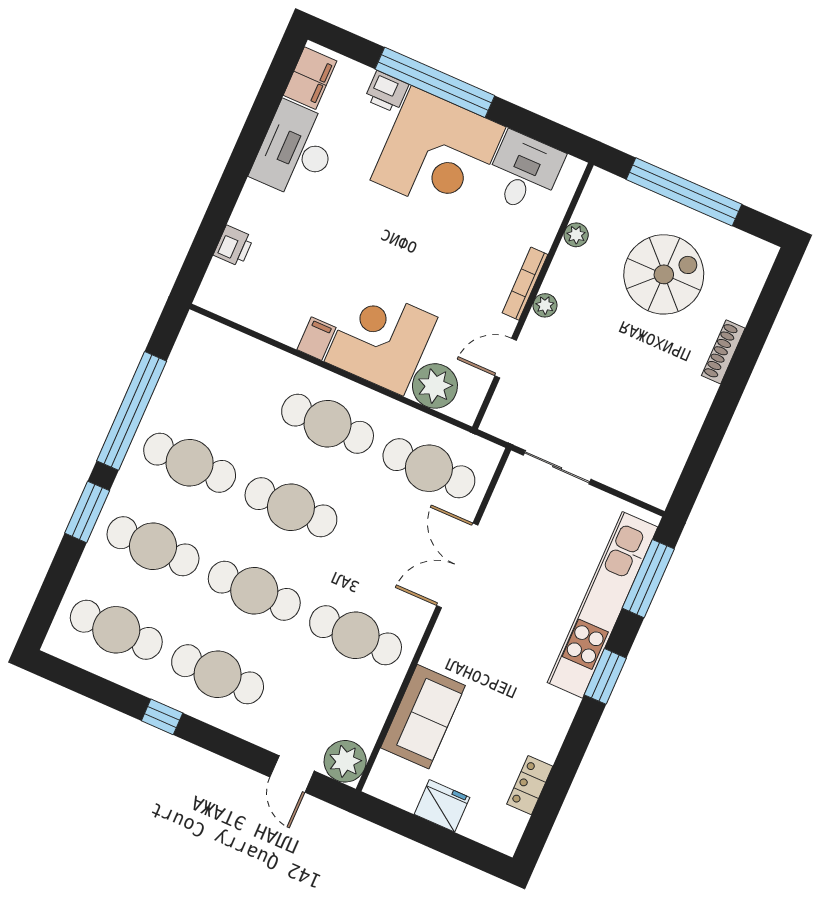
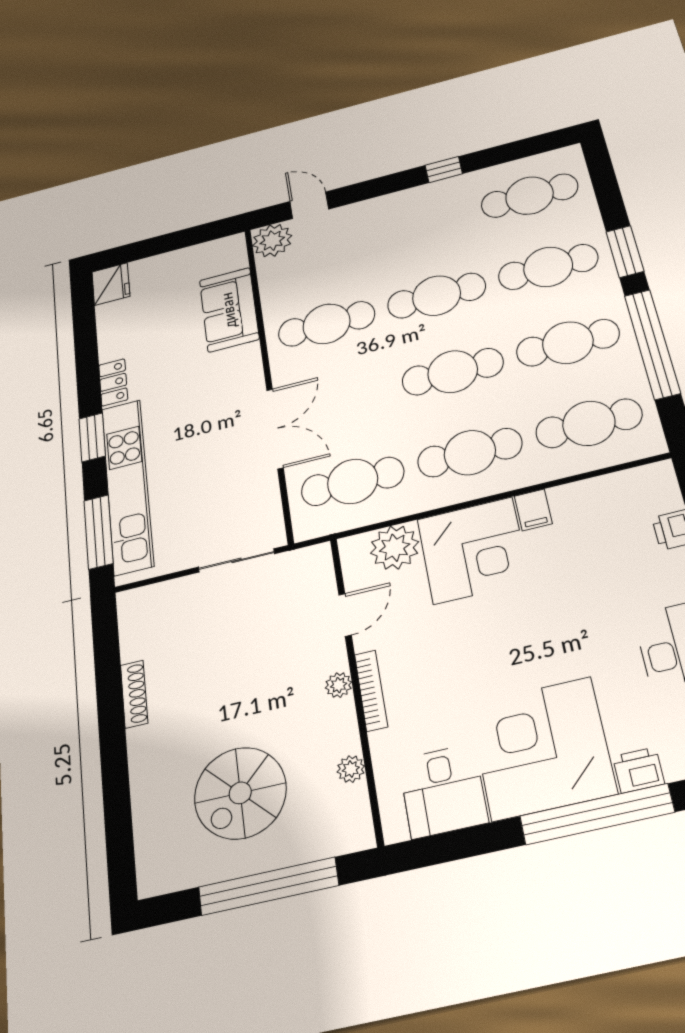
shoe rack: (723, 352) -> (134, 694), moved
cafe table: (218, 674) -> (589, 423), moved
locker: (530, 785) -> (113, 382), moved
fridge: (442, 806) -> (111, 284), moved, turned -90

